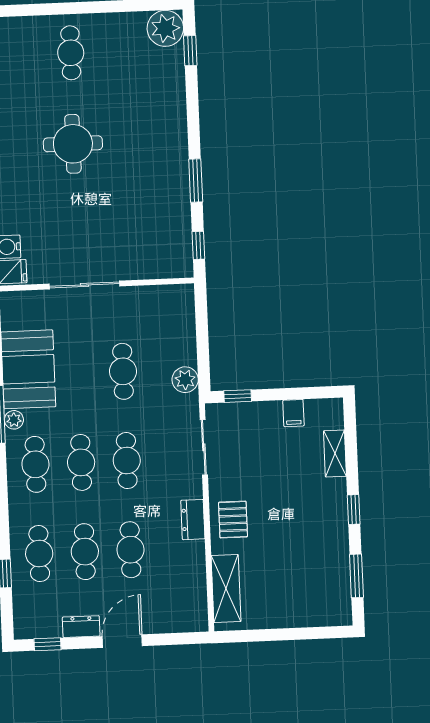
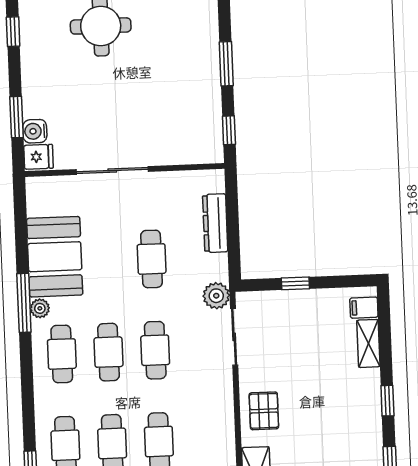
plant: (185, 380) -> (216, 296), moved
window: (238, 396) -> (295, 283), moved
filing cabinet: (293, 413) -> (364, 308), moved, turned 90
dresser: (193, 520) -> (215, 223), moved, width x1.44

